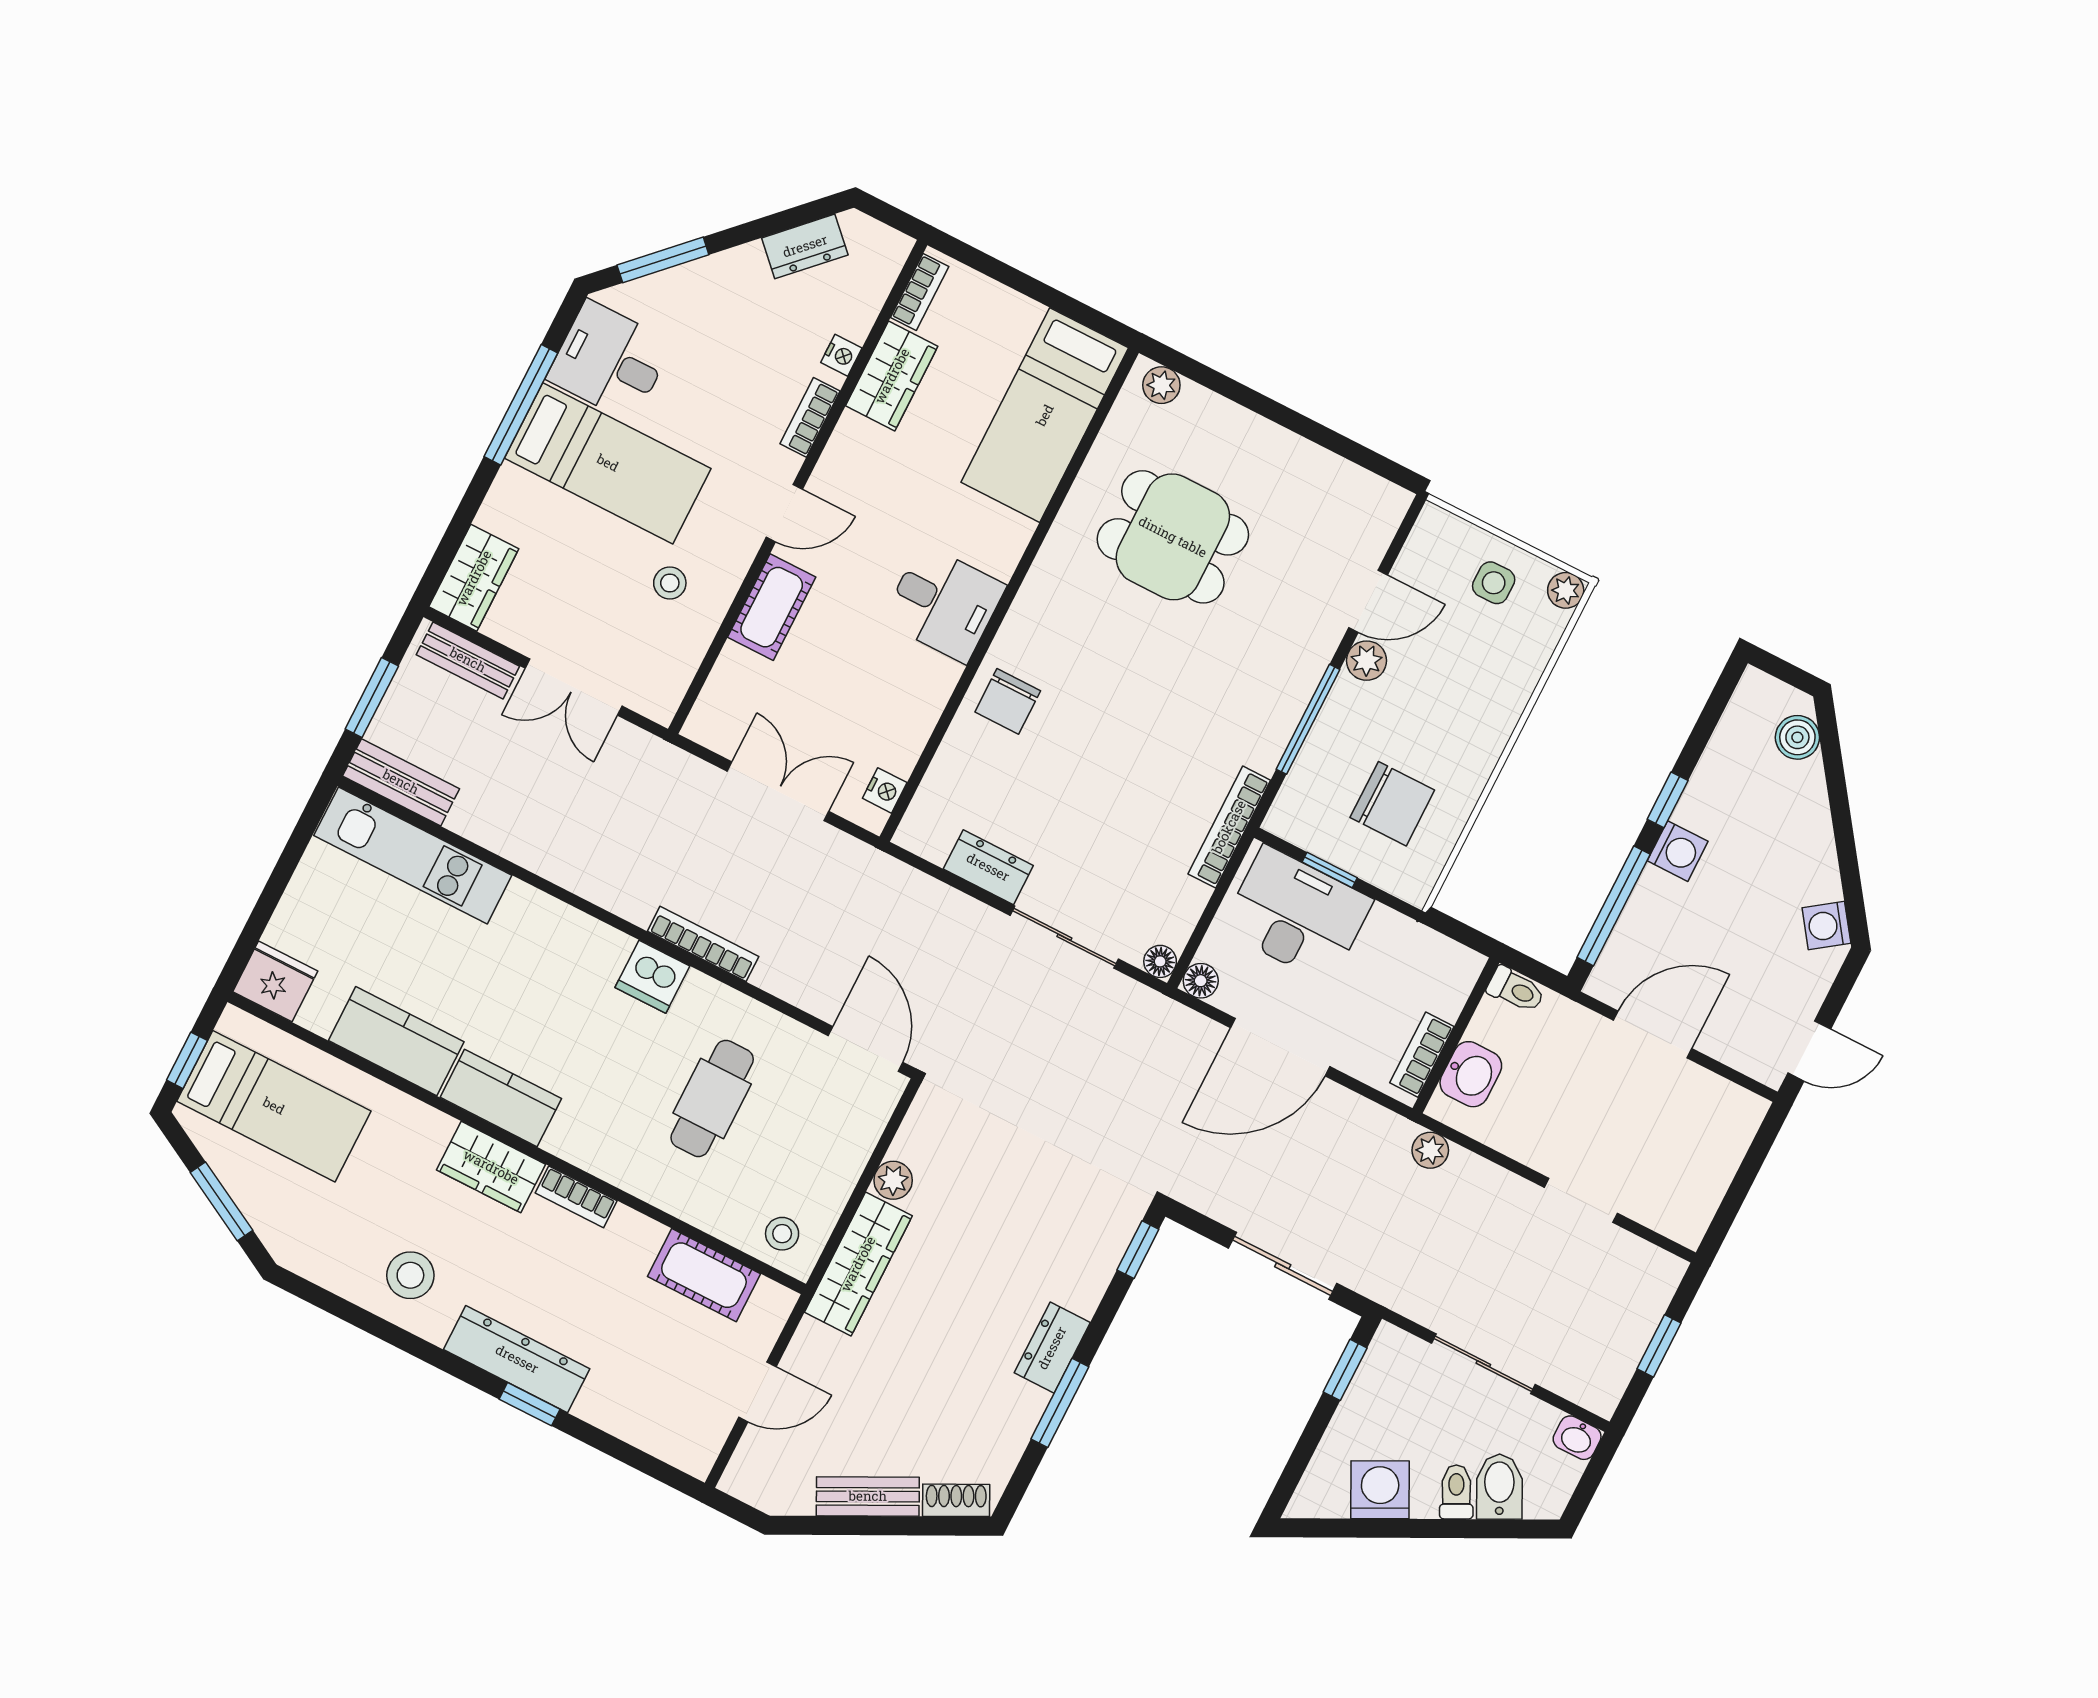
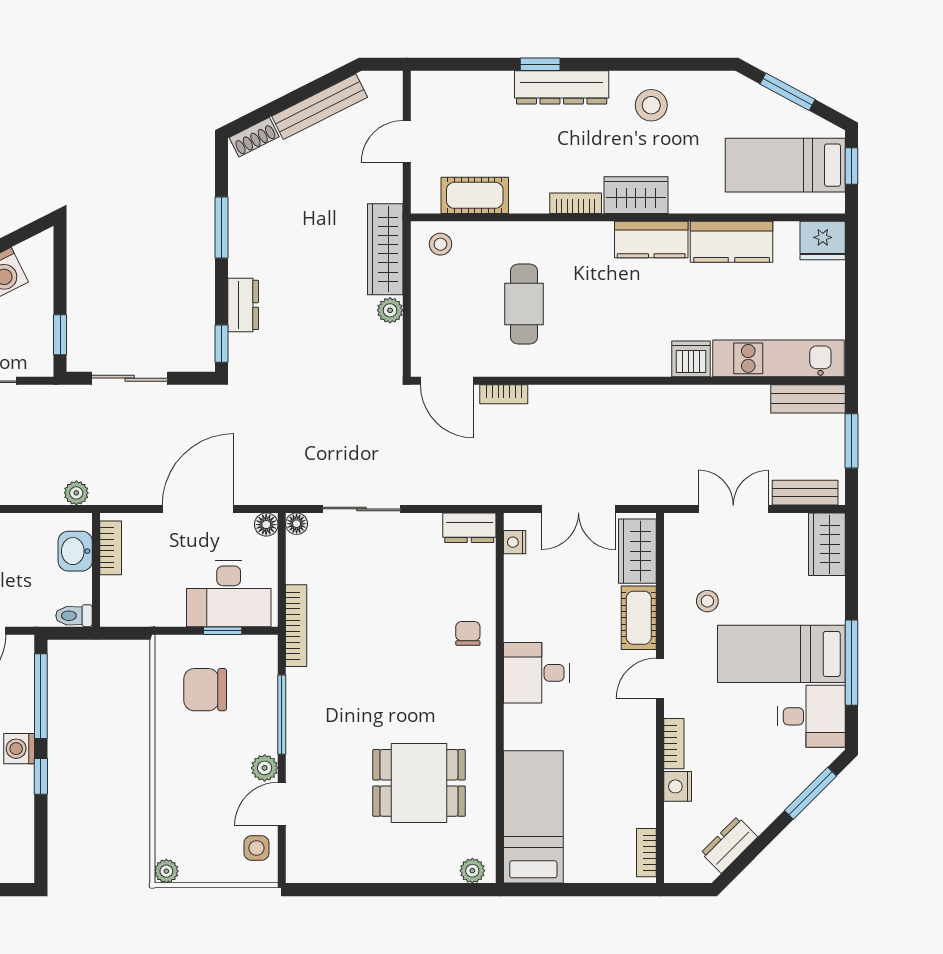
nightstand: (841, 355) -> (678, 786), width x1.39, depth x1.35
wardrobe: (892, 376) -> (637, 551), moved
side table: (1494, 583) -> (256, 848), moved
chair: (1008, 701) -> (468, 633), width x0.73, depth x0.73
dresser: (988, 867) -> (469, 528), moved
bookcase: (703, 944) -> (504, 394), moved, width x0.64
dishwasher: (652, 977) -> (691, 359), moved
dresser: (1052, 1348) -> (243, 305), moved
bench: (868, 1496) -> (320, 107), width x1.36

